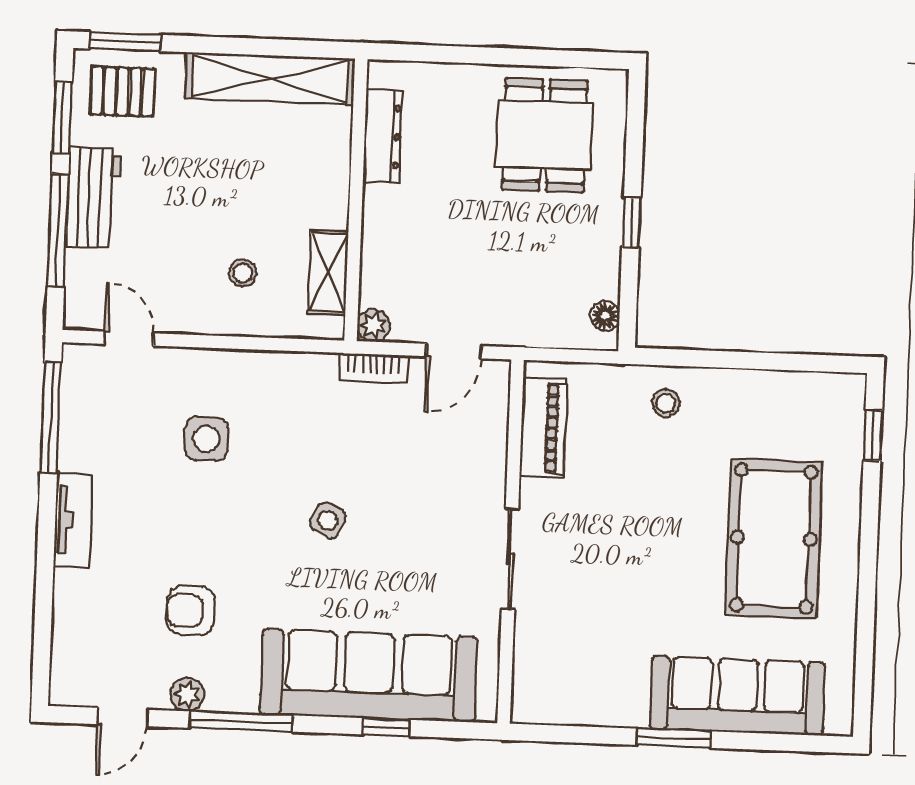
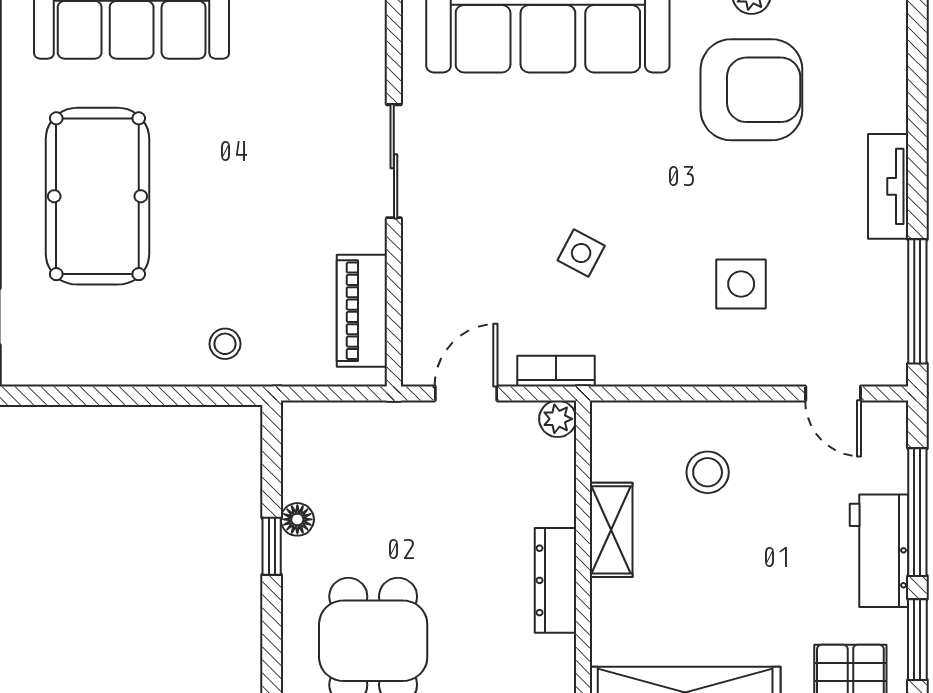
dresser: (383, 137) -> (556, 580), moved
stool: (243, 273) -> (708, 472), width x1.37, depth x1.37
shelving: (328, 273) -> (611, 530), moved
floor lamp: (605, 316) -> (297, 519), moved
side table: (328, 520) -> (581, 253), moved
armchair: (191, 610) -> (751, 90), width x1.88, depth x1.88

